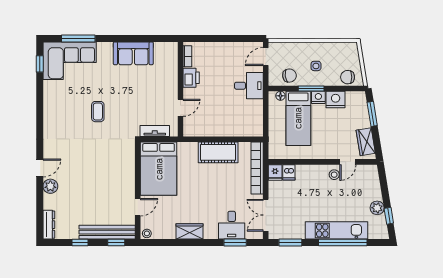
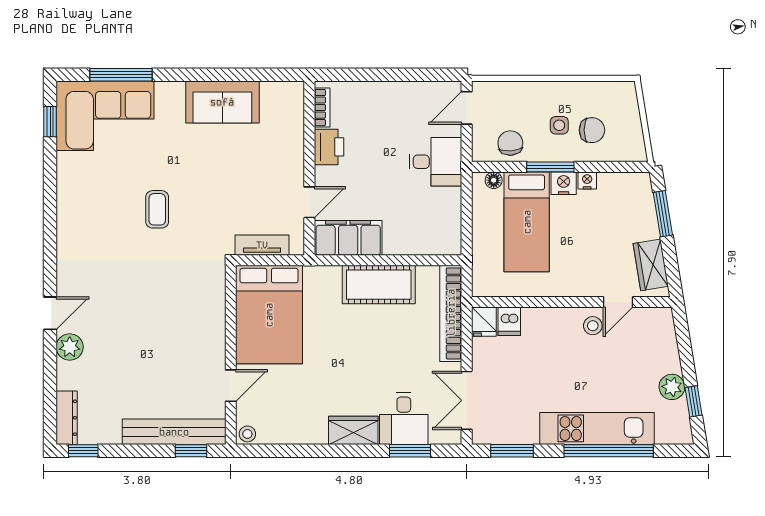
chair: (289, 76) -> (510, 143), turned -85
chair: (348, 77) -> (592, 130), moved, turned 180
nightstand: (336, 100) -> (587, 180), width x0.53, depth x0.56
filing cabinet: (201, 127) -> (348, 238), added
wardrobe: (190, 231) -> (353, 430), moved
window: (80, 243) -> (83, 451), moved

